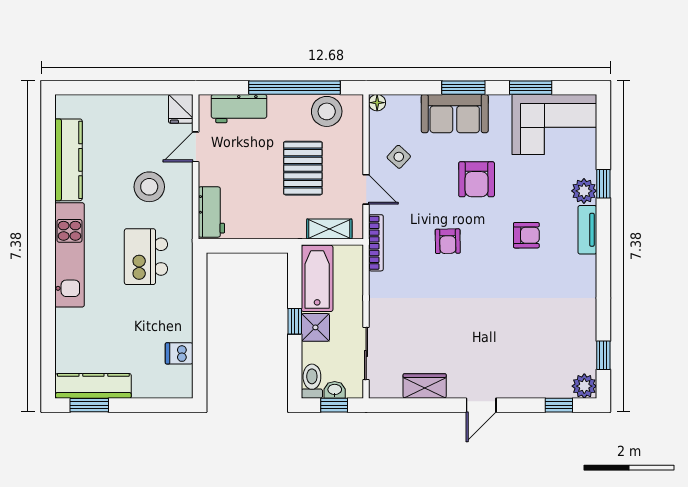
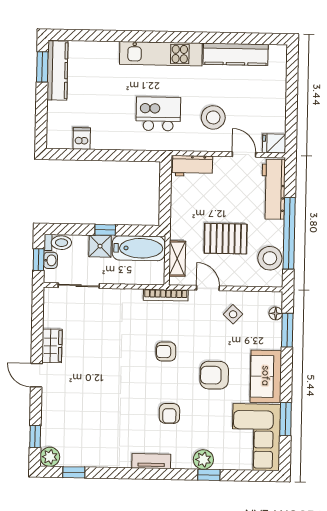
window: (463, 88) -> (287, 330), moved
floor lamp: (377, 103) -> (276, 313), moved
workbench: (239, 109) -> (273, 189), width x1.37
sofa: (455, 114) -> (266, 376), moved
door: (366, 189) -> (208, 288), swing flipped
tv unit: (587, 230) -> (151, 461), moved
wardrobe: (425, 386) -> (52, 346), moved

